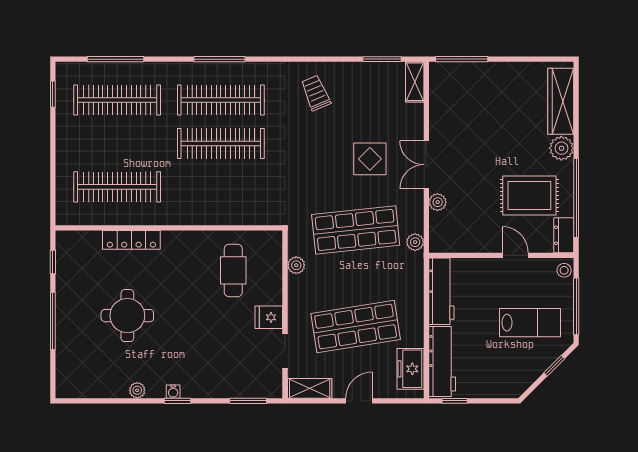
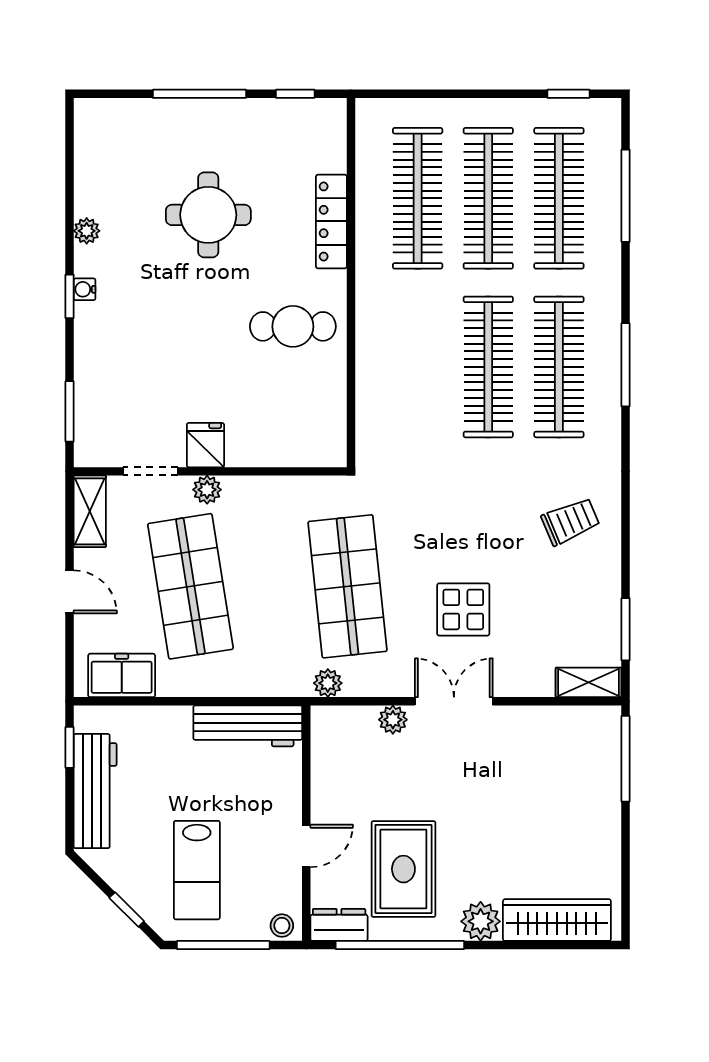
clothes rail: (117, 143) -> (488, 198), added
plant: (296, 265) -> (207, 490), moved
cafe table: (233, 270) -> (293, 326), moved
workbench: (442, 362) -> (95, 791), moved, turned -90

